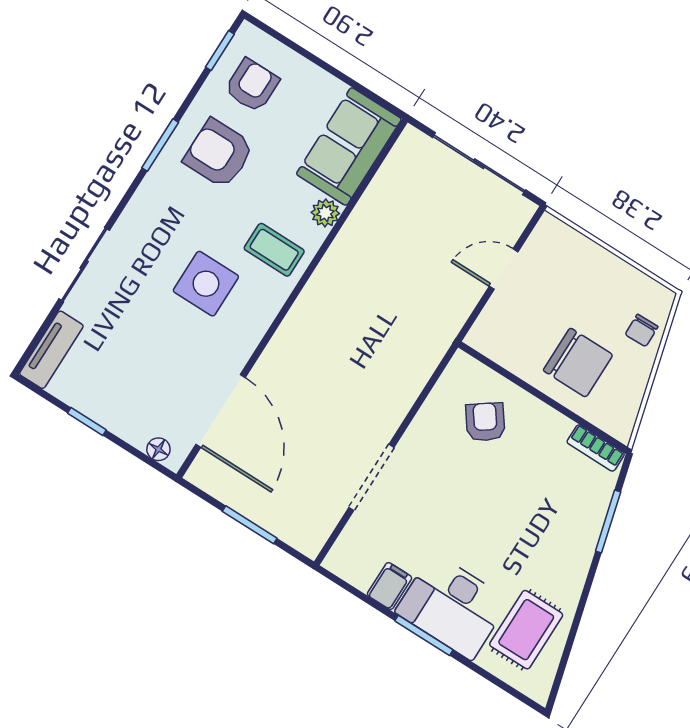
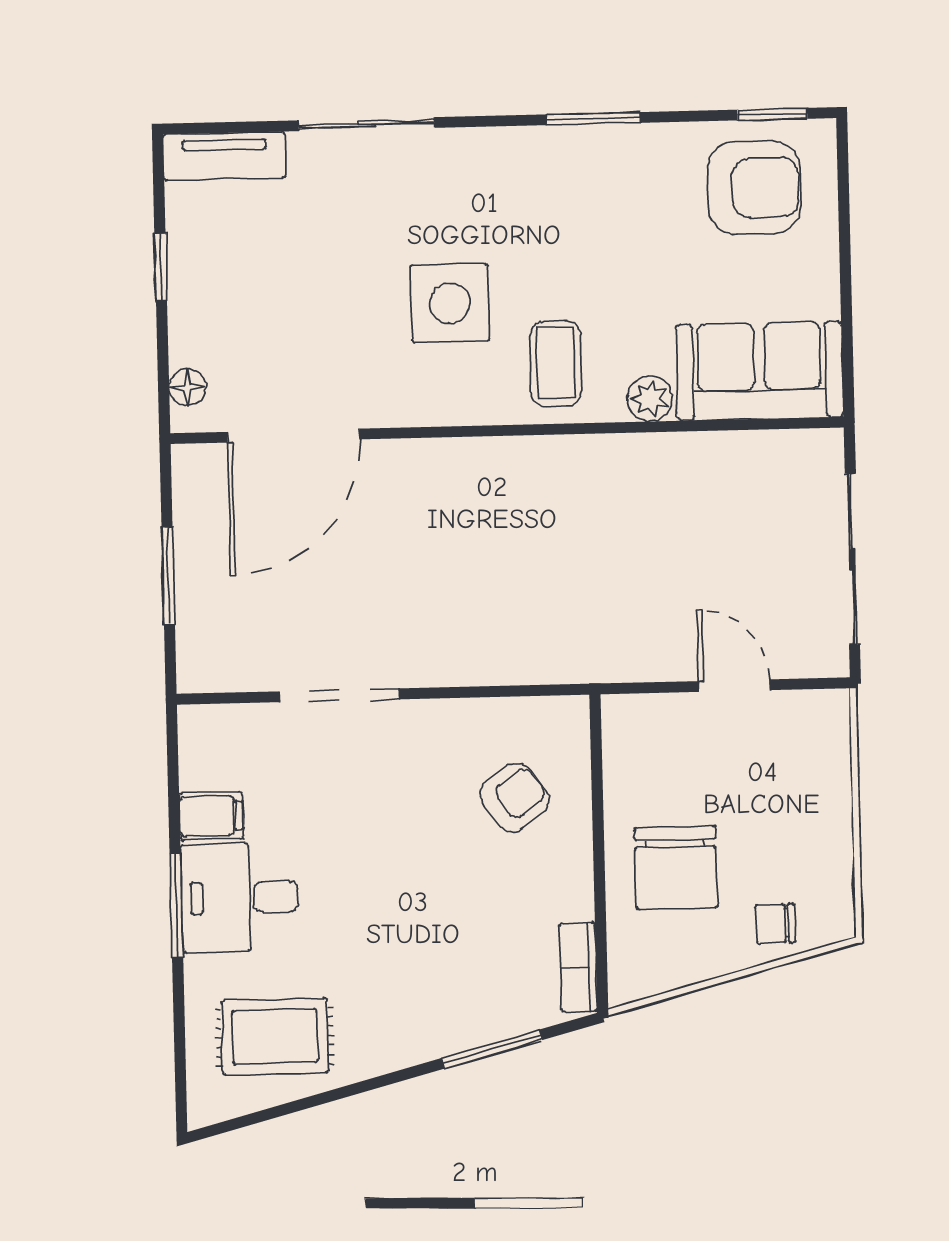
armchair: (252, 85) -> (754, 188), width x1.38, depth x1.38
armchair: (219, 154) -> (634, 204), removed
desk: (452, 606) -> (240, 898), width x0.73

